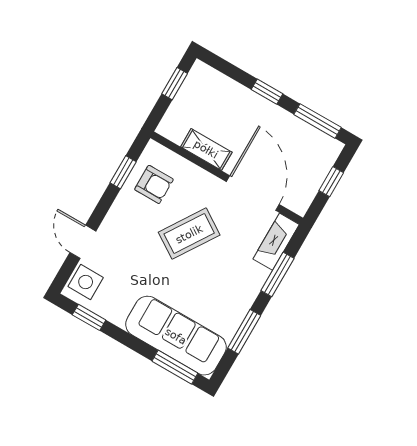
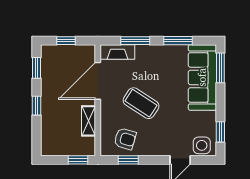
window: (175, 84) -> (78, 160), moved
window: (317, 121) -> (36, 68), width x0.67
armchair: (154, 184) -> (125, 139), turned 106

